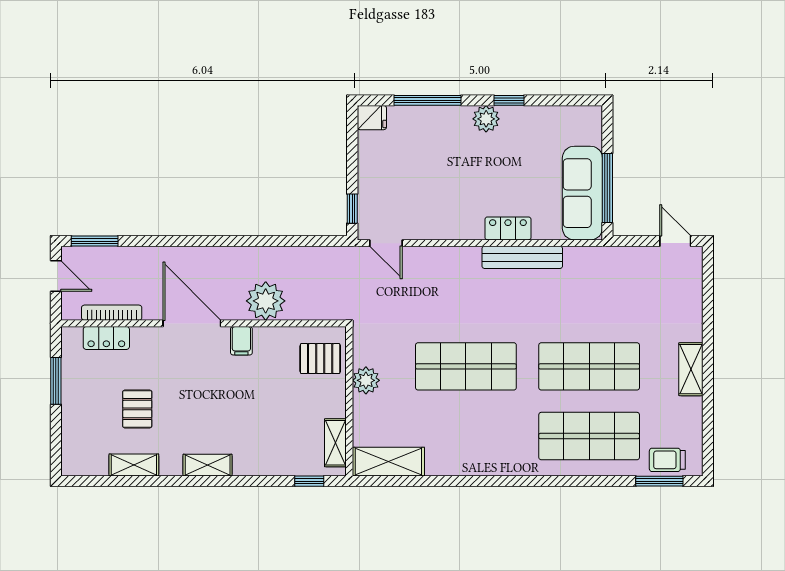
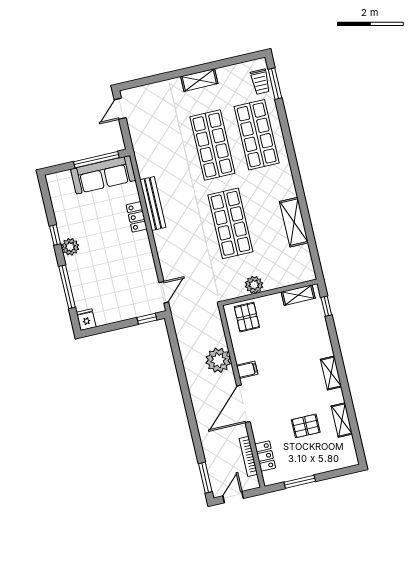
shelving: (388, 462) -> (294, 222), moved

